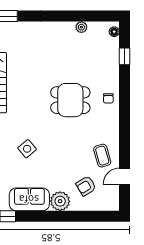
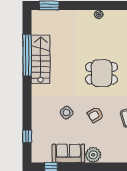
plant: (81, 27) -> (99, 14), moved
armchair: (86, 186) -> (95, 115), moved

